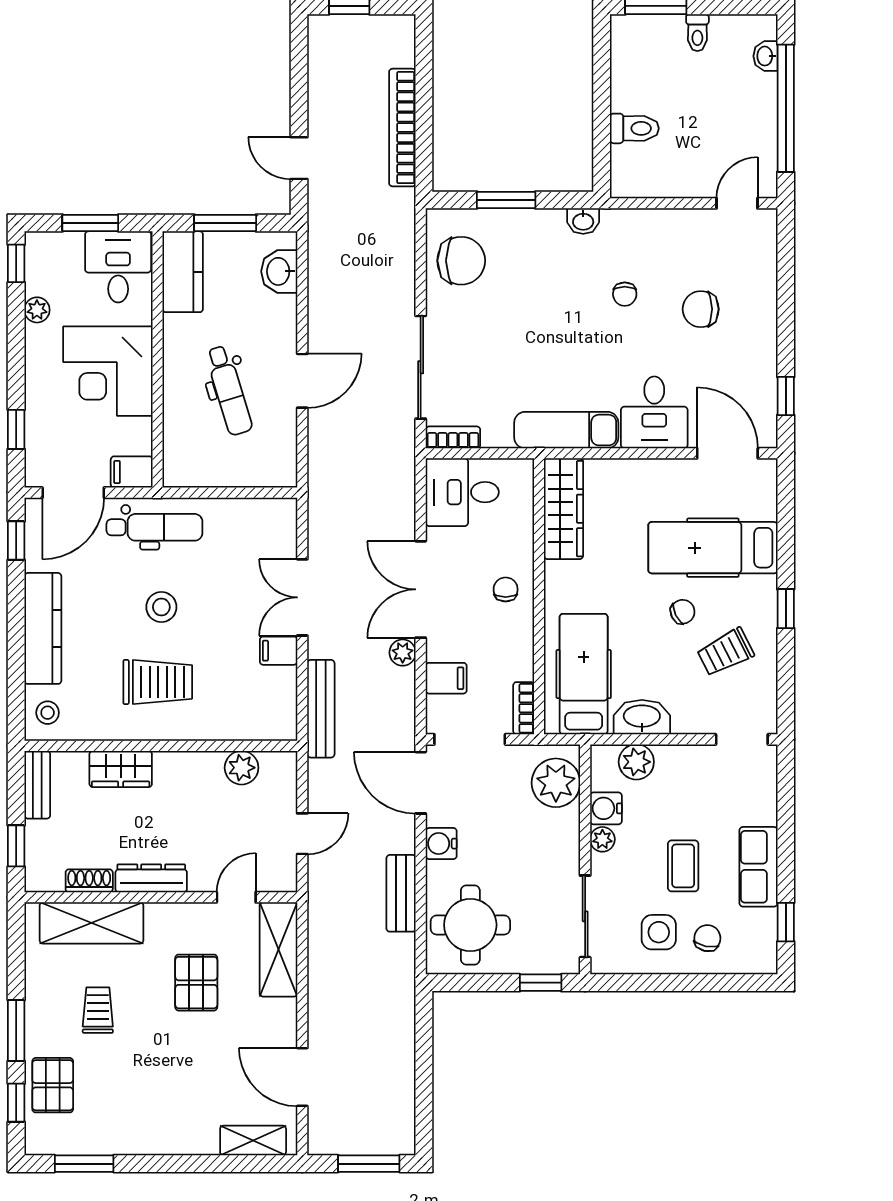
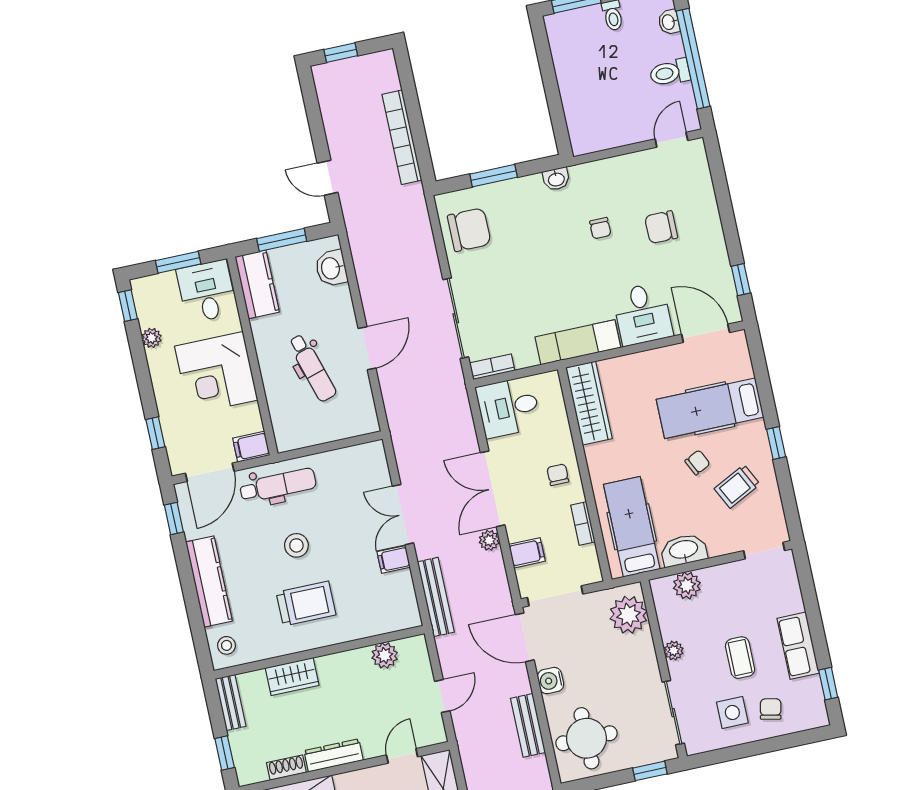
toilet: (634, 128) -> (670, 73), moved, turned 180
bookcase: (524, 708) -> (583, 524), moved
water cooler: (606, 808) -> (671, 626), removed

